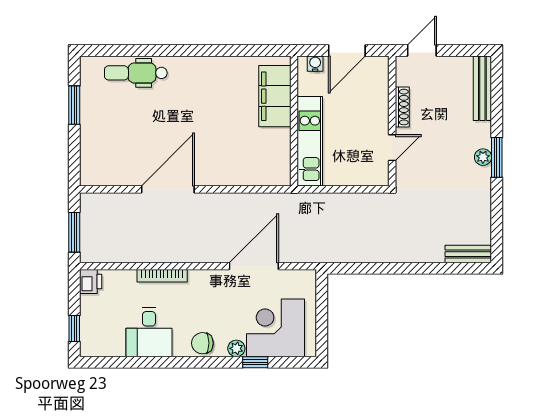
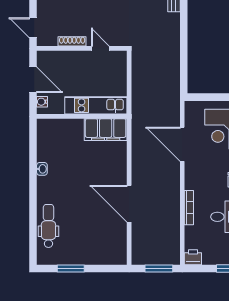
washbasin: (218, 63) -> (42, 169), added
dental chair: (136, 73) -> (48, 226), turned 180
filing cabinet: (275, 96) -> (106, 130), moved

